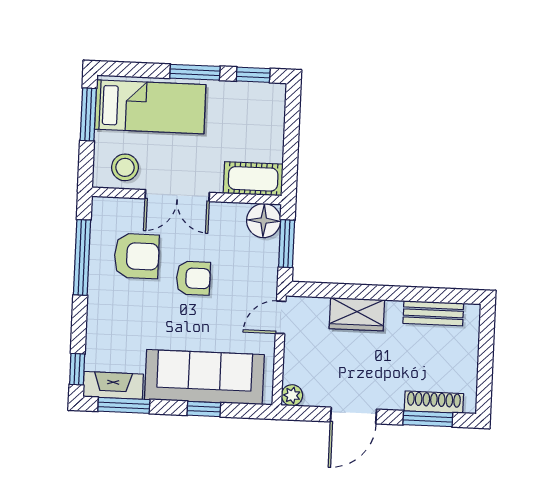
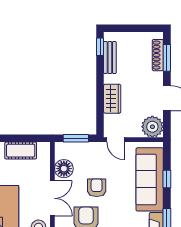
cot: (253, 179) -> (21, 151), moved, turned 90
floor lamp: (264, 221) -> (64, 169), moved
window: (454, 296) -> (100, 47), added
plant: (292, 395) -> (152, 127), width x1.88, depth x1.88

